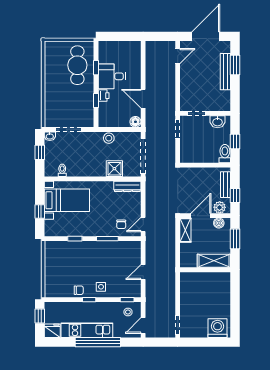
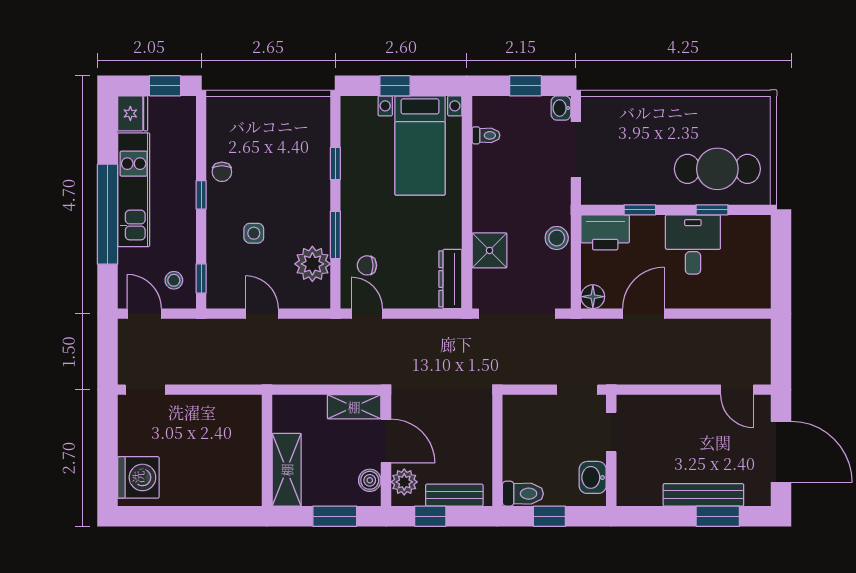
printer: (104, 96) -> (605, 232), moved, width x1.87, depth x1.48
plant: (121, 249) -> (312, 264), added
side table: (101, 287) -> (254, 233), moved

